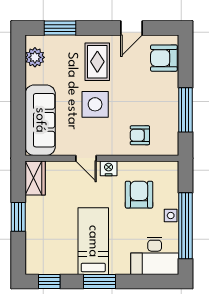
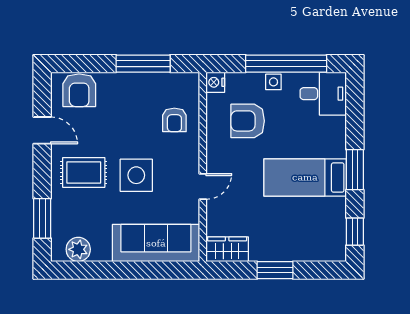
nightstand: (109, 168) -> (215, 82), moved
desk: (155, 256) -> (323, 94), width x0.73

